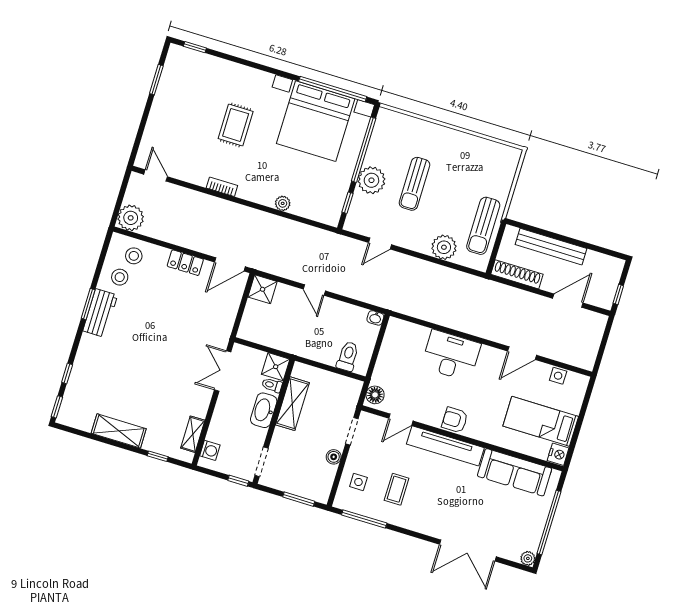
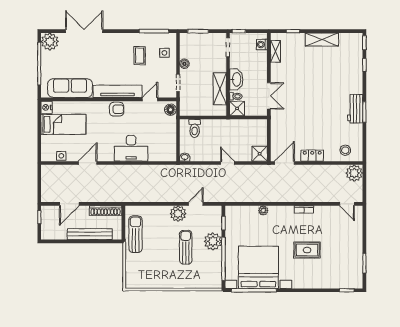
rug: (236, 125) -> (307, 250), turned 90
plant: (444, 247) -> (178, 214), moved
stool: (120, 277) -> (350, 134), removed
plant: (528, 558) -> (50, 42), width x1.88, depth x1.88

